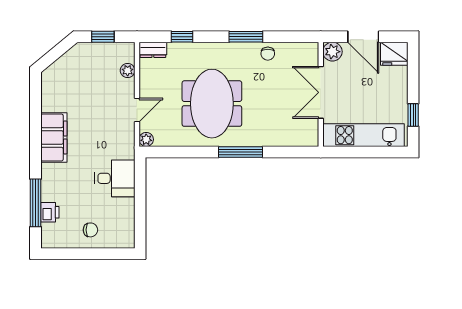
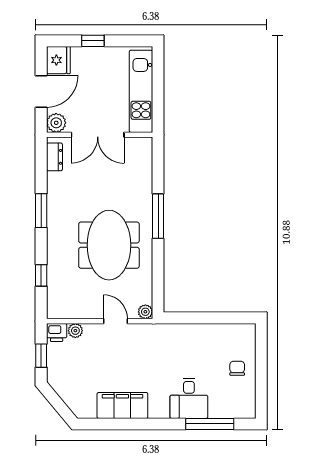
dresser: (153, 50) -> (54, 157), moved
chair: (268, 54) -> (58, 188), removed
meeting table: (212, 104) -> (109, 245), turned 90
window: (413, 115) -> (93, 41), moved
filing cabinet: (54, 137) -> (122, 405), moved
desk: (115, 178) -> (189, 398), moved, turned 180
printer: (50, 212) -> (57, 332), moved, turned 180

